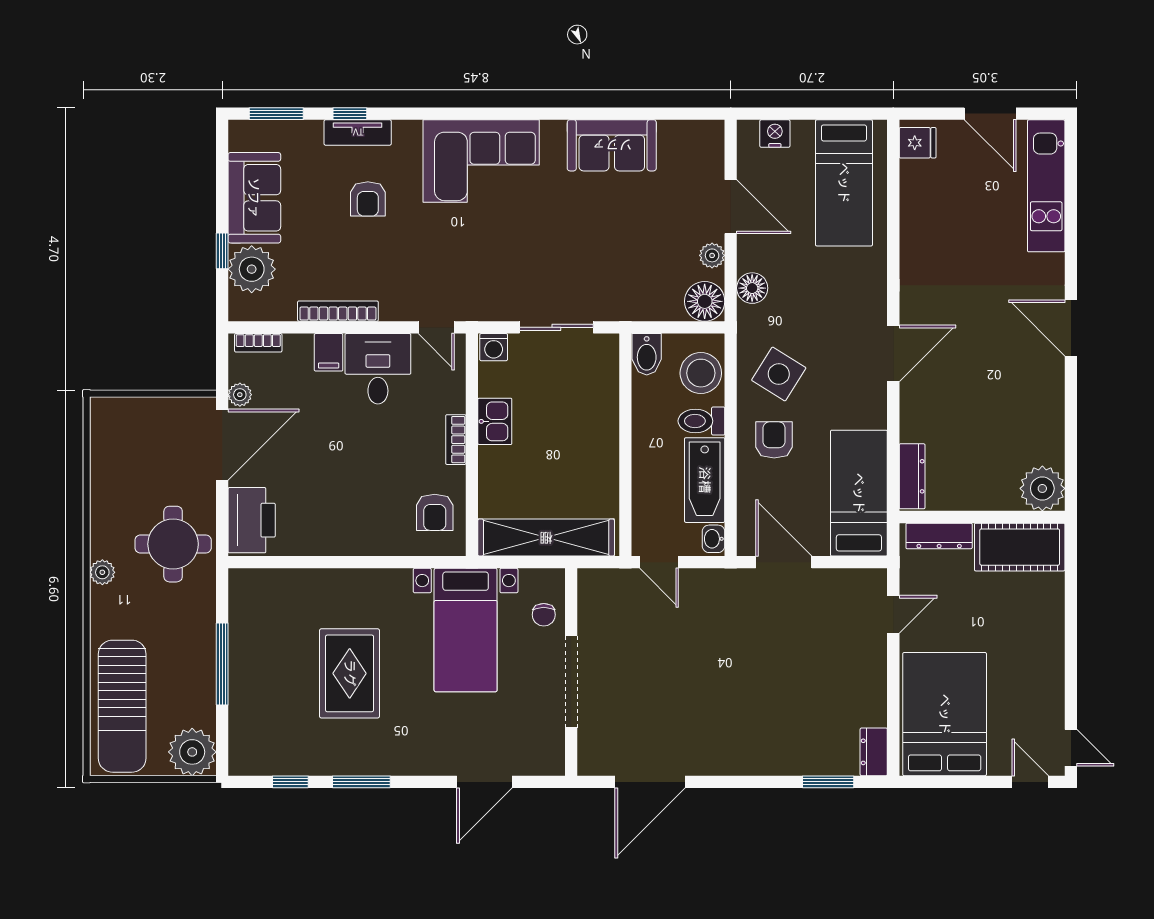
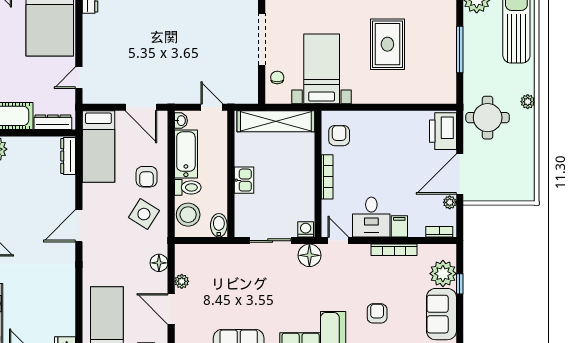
floor lamp: (705, 301) -> (309, 255), moved
kitchen sink: (495, 421) -> (244, 180), moved, turned 180
bookcase: (456, 440) -> (327, 177), width x1.56

